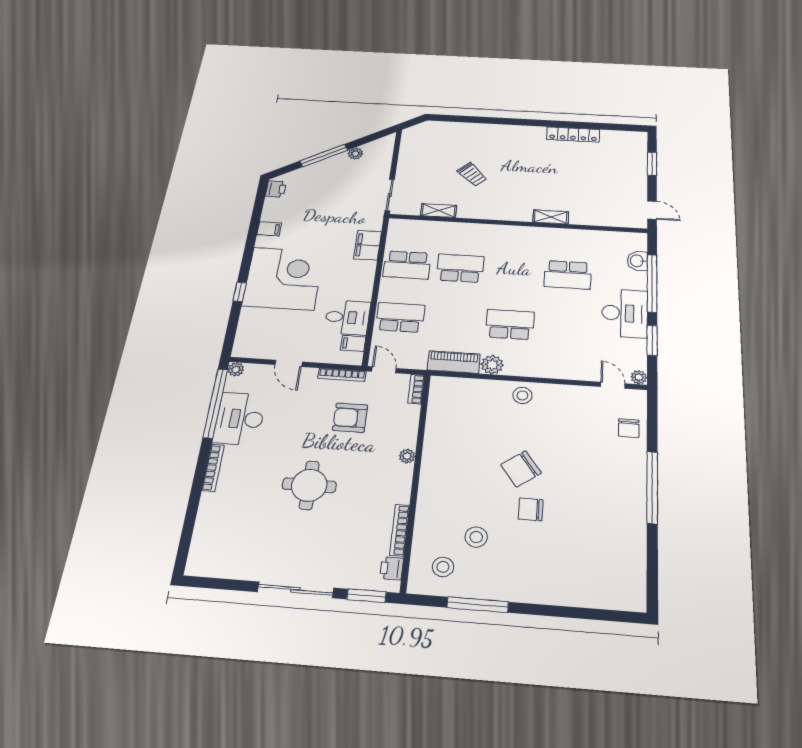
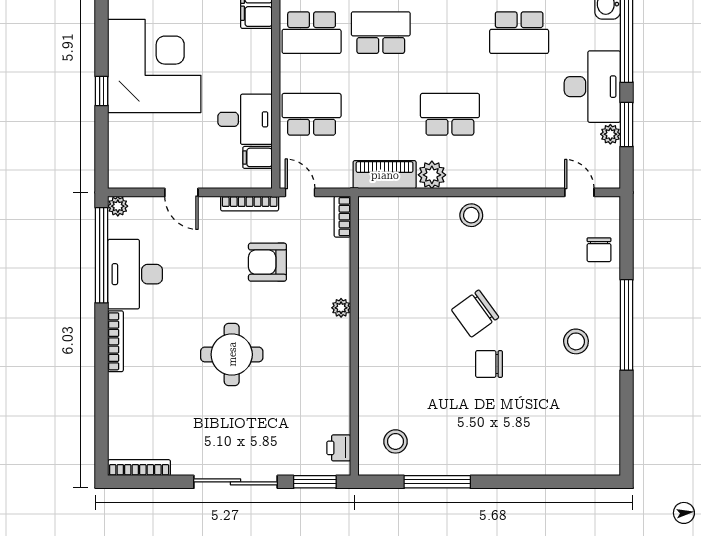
plant: (639, 377) -> (610, 134), moved
bookcase: (400, 530) -> (139, 468), moved, turned 90
stool: (476, 537) -> (576, 341), moved

